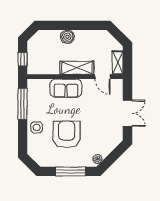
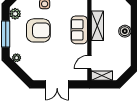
shelving: (77, 68) -> (97, 26), moved
plant: (48, 161) -> (15, 14), added

